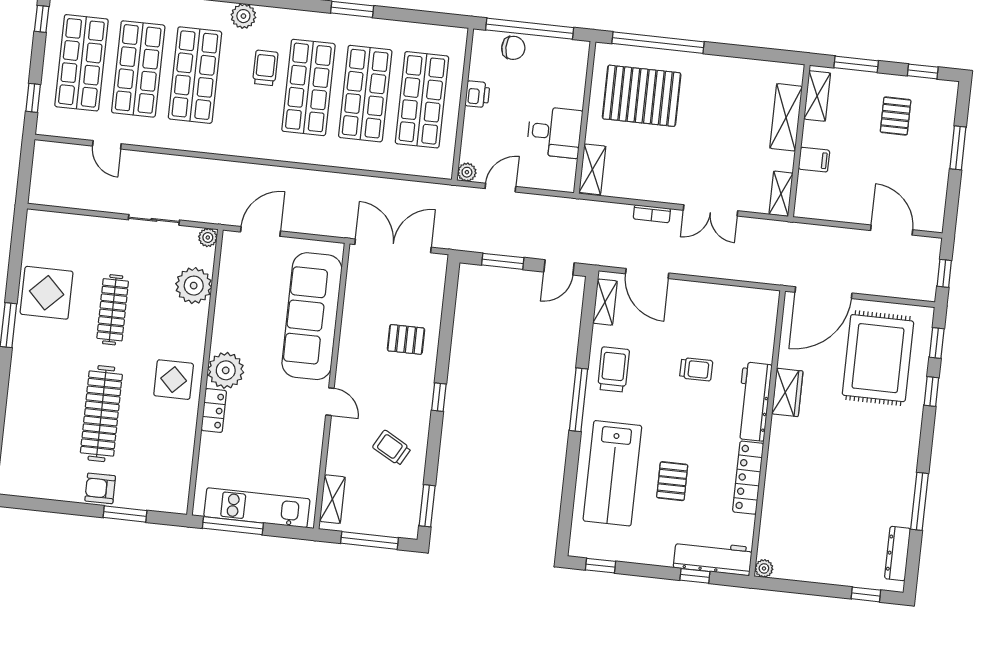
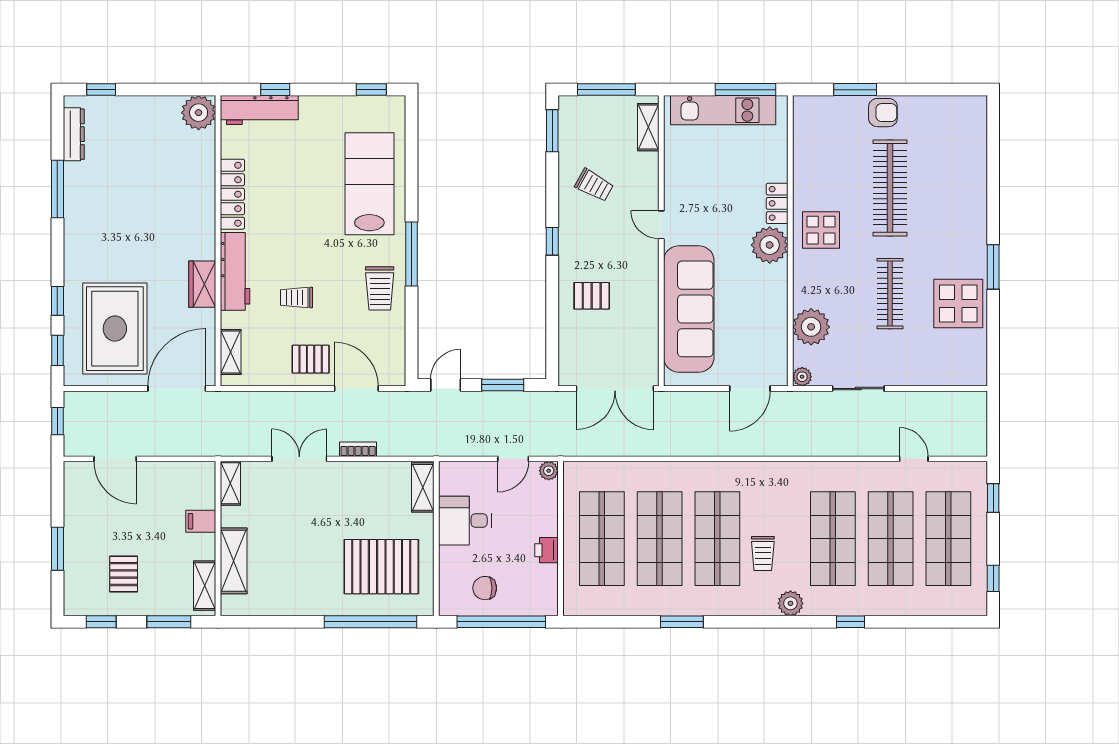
chair: (513, 48) -> (485, 588), moved
shelving: (605, 302) -> (231, 352), moved
pallet: (672, 481) -> (311, 359), moved, turned 90
plant: (764, 568) -> (199, 113), width x1.87, depth x1.87

